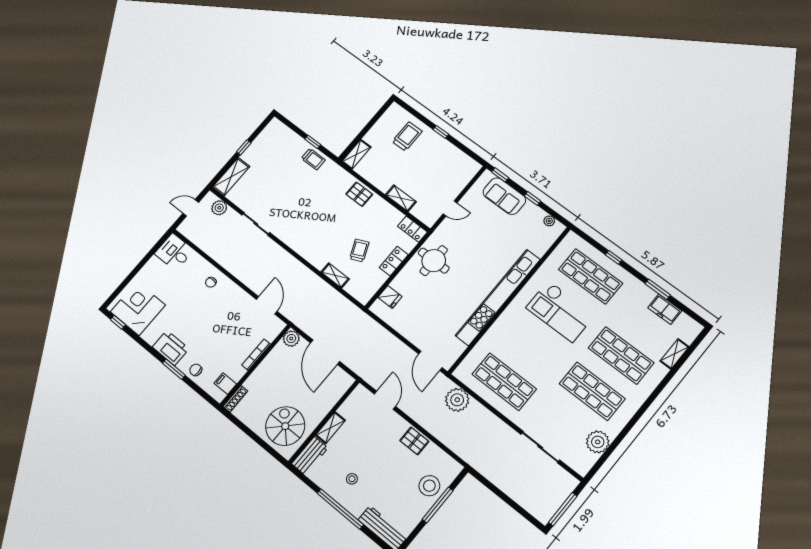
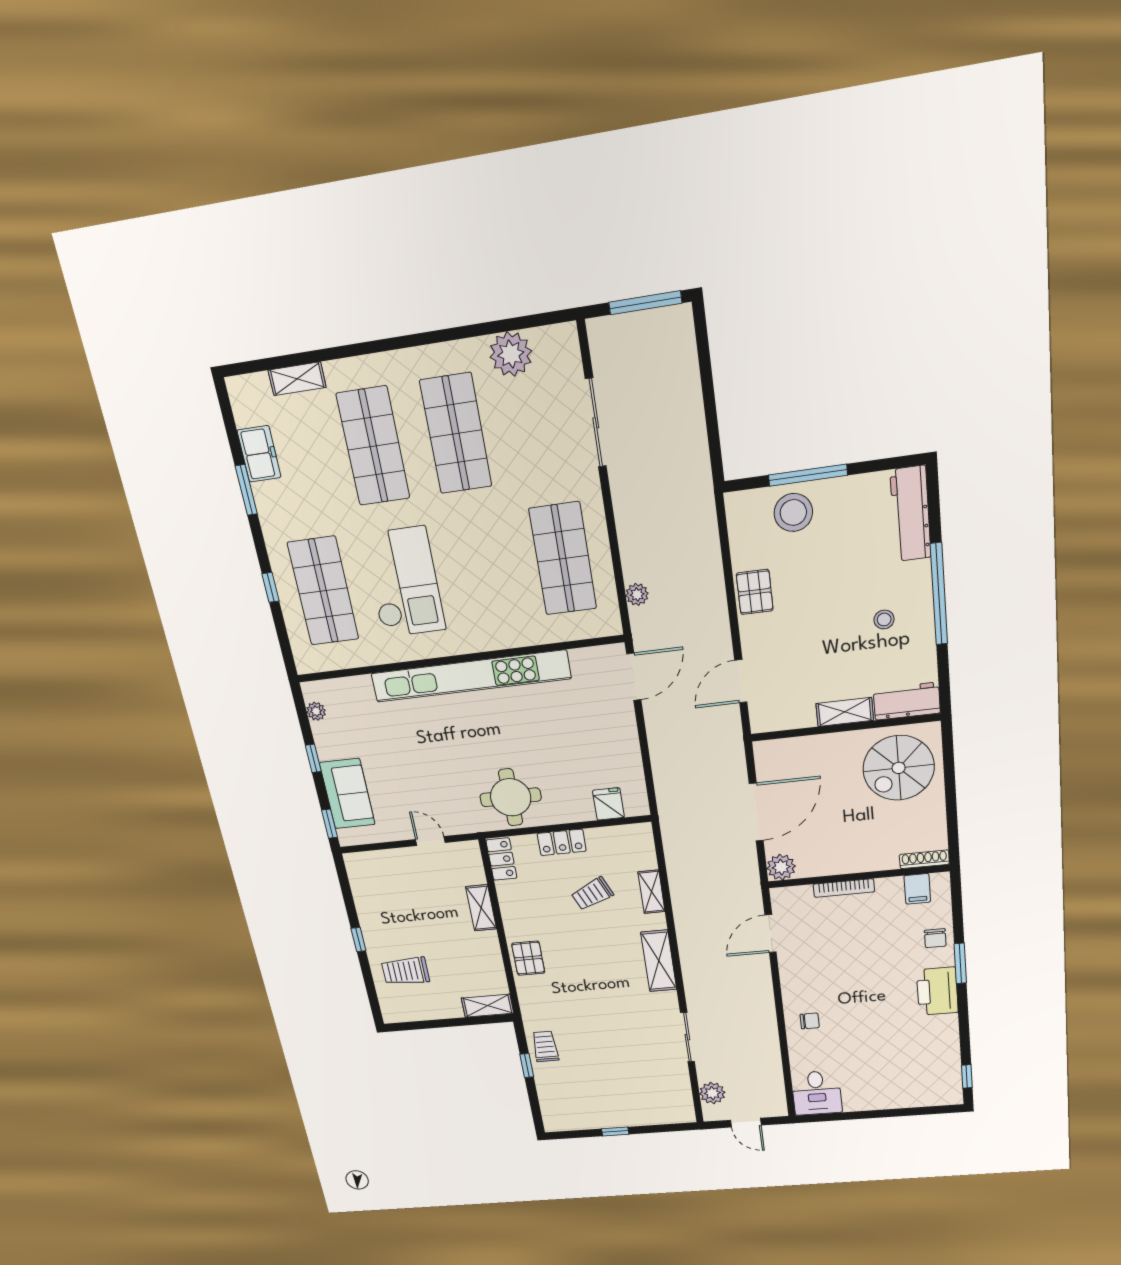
shelving: (231, 177) -> (659, 961), moved, turned 90
corner desk: (138, 308) -> (927, 1071), removed
plant: (457, 400) -> (637, 594), width x0.53, depth x0.53

